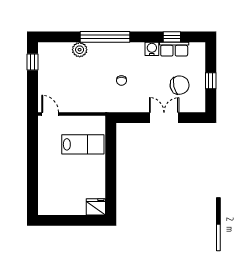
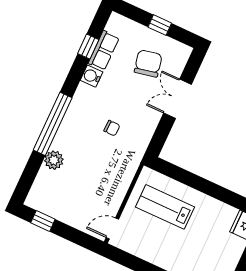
lab bench: (83, 144) -> (165, 207), turned -90

